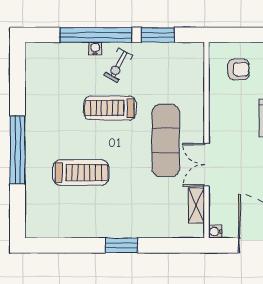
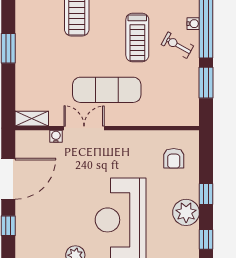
treadmill: (110, 108) -> (137, 37), turned 180
shelving: (196, 205) -> (32, 119), moved
water cooler: (215, 232) -> (56, 136), moved

